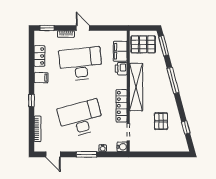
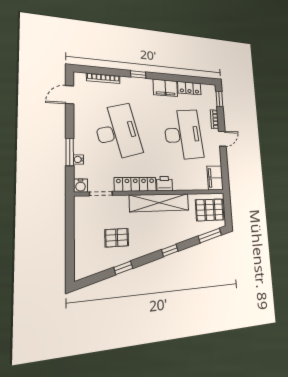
pallet: (143, 44) -> (210, 210), turned 90
filing cabinet: (120, 51) -> (215, 178), moved, turned -90
printer: (121, 69) -> (164, 184), moved
filing cabinet: (41, 78) -> (165, 88), width x2.00
window: (173, 80) -> (170, 250), width x0.46
window: (186, 127) -> (123, 268), moved
window: (86, 154) -> (70, 152), moved

